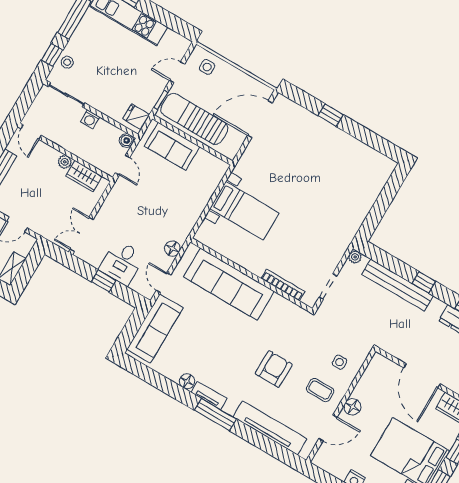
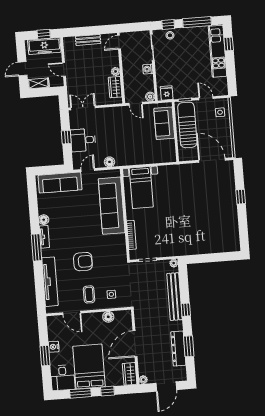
door: (122, 165) -> (136, 104), hinge flipped
bed with nightstands: (244, 211) -> (141, 188), moved
floor lamp: (352, 407) -> (108, 317), moved

